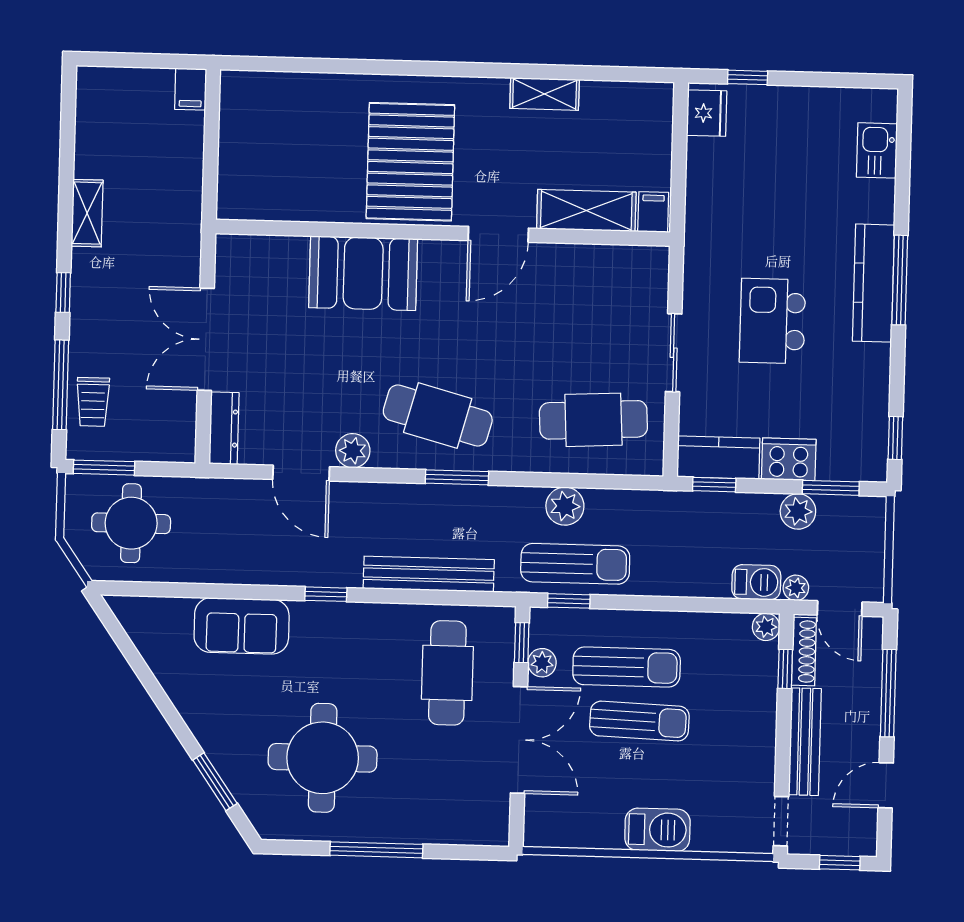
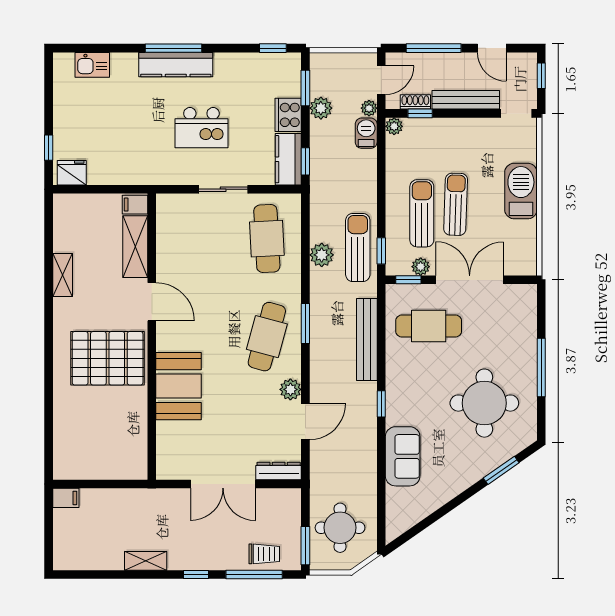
shoe rack: (804, 651) -> (415, 102), width x0.70
barbecue: (657, 830) -> (521, 191), width x1.37, depth x1.21

